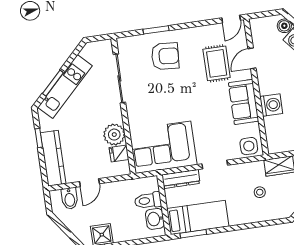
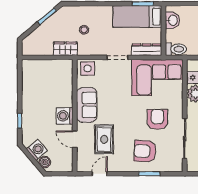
door: (231, 19) -> (100, 174), moved
door: (252, 58) -> (75, 139), swing flipped
armchair: (156, 97) -> (157, 119), added
washing machine: (271, 105) -> (65, 116), moved
toilet: (148, 201) -> (176, 49), moved

